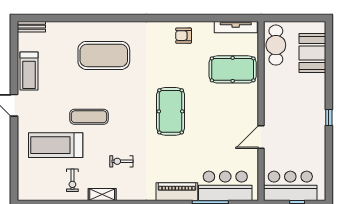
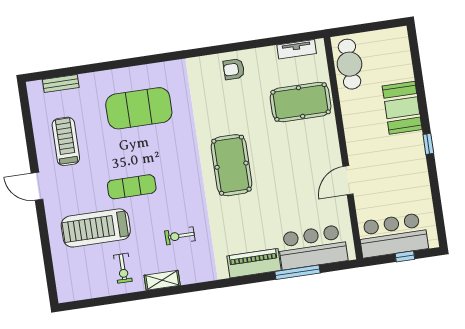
bench: (31, 27) -> (61, 84), moved
tv unit: (236, 27) -> (297, 49), width x0.71
booth: (312, 53) -> (402, 108), moved
treadmill: (29, 71) -> (66, 141), moved, turned 180

